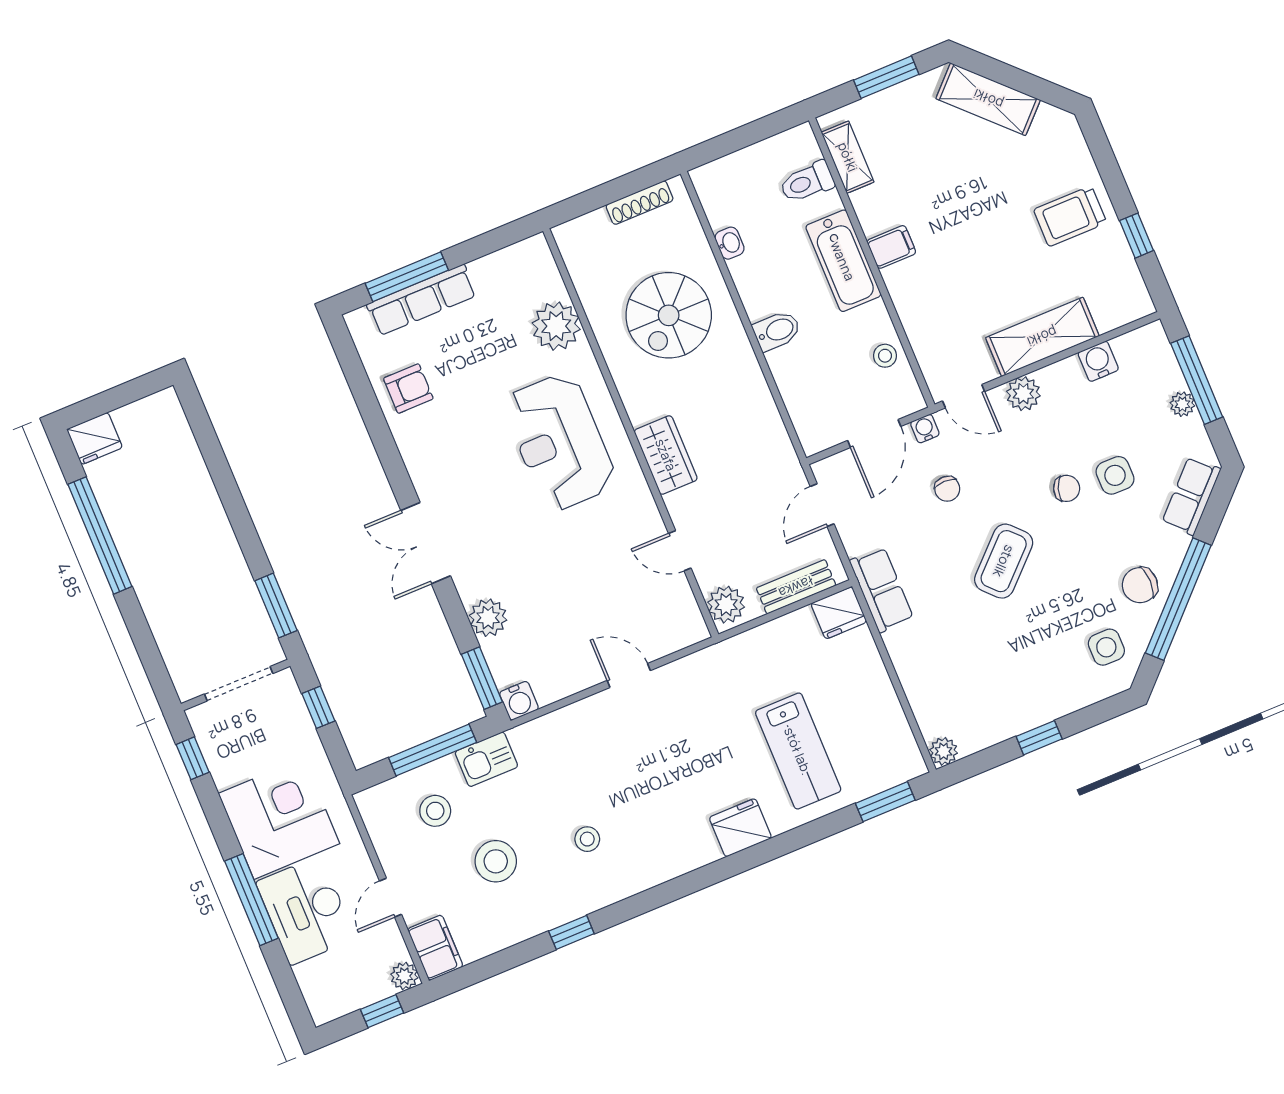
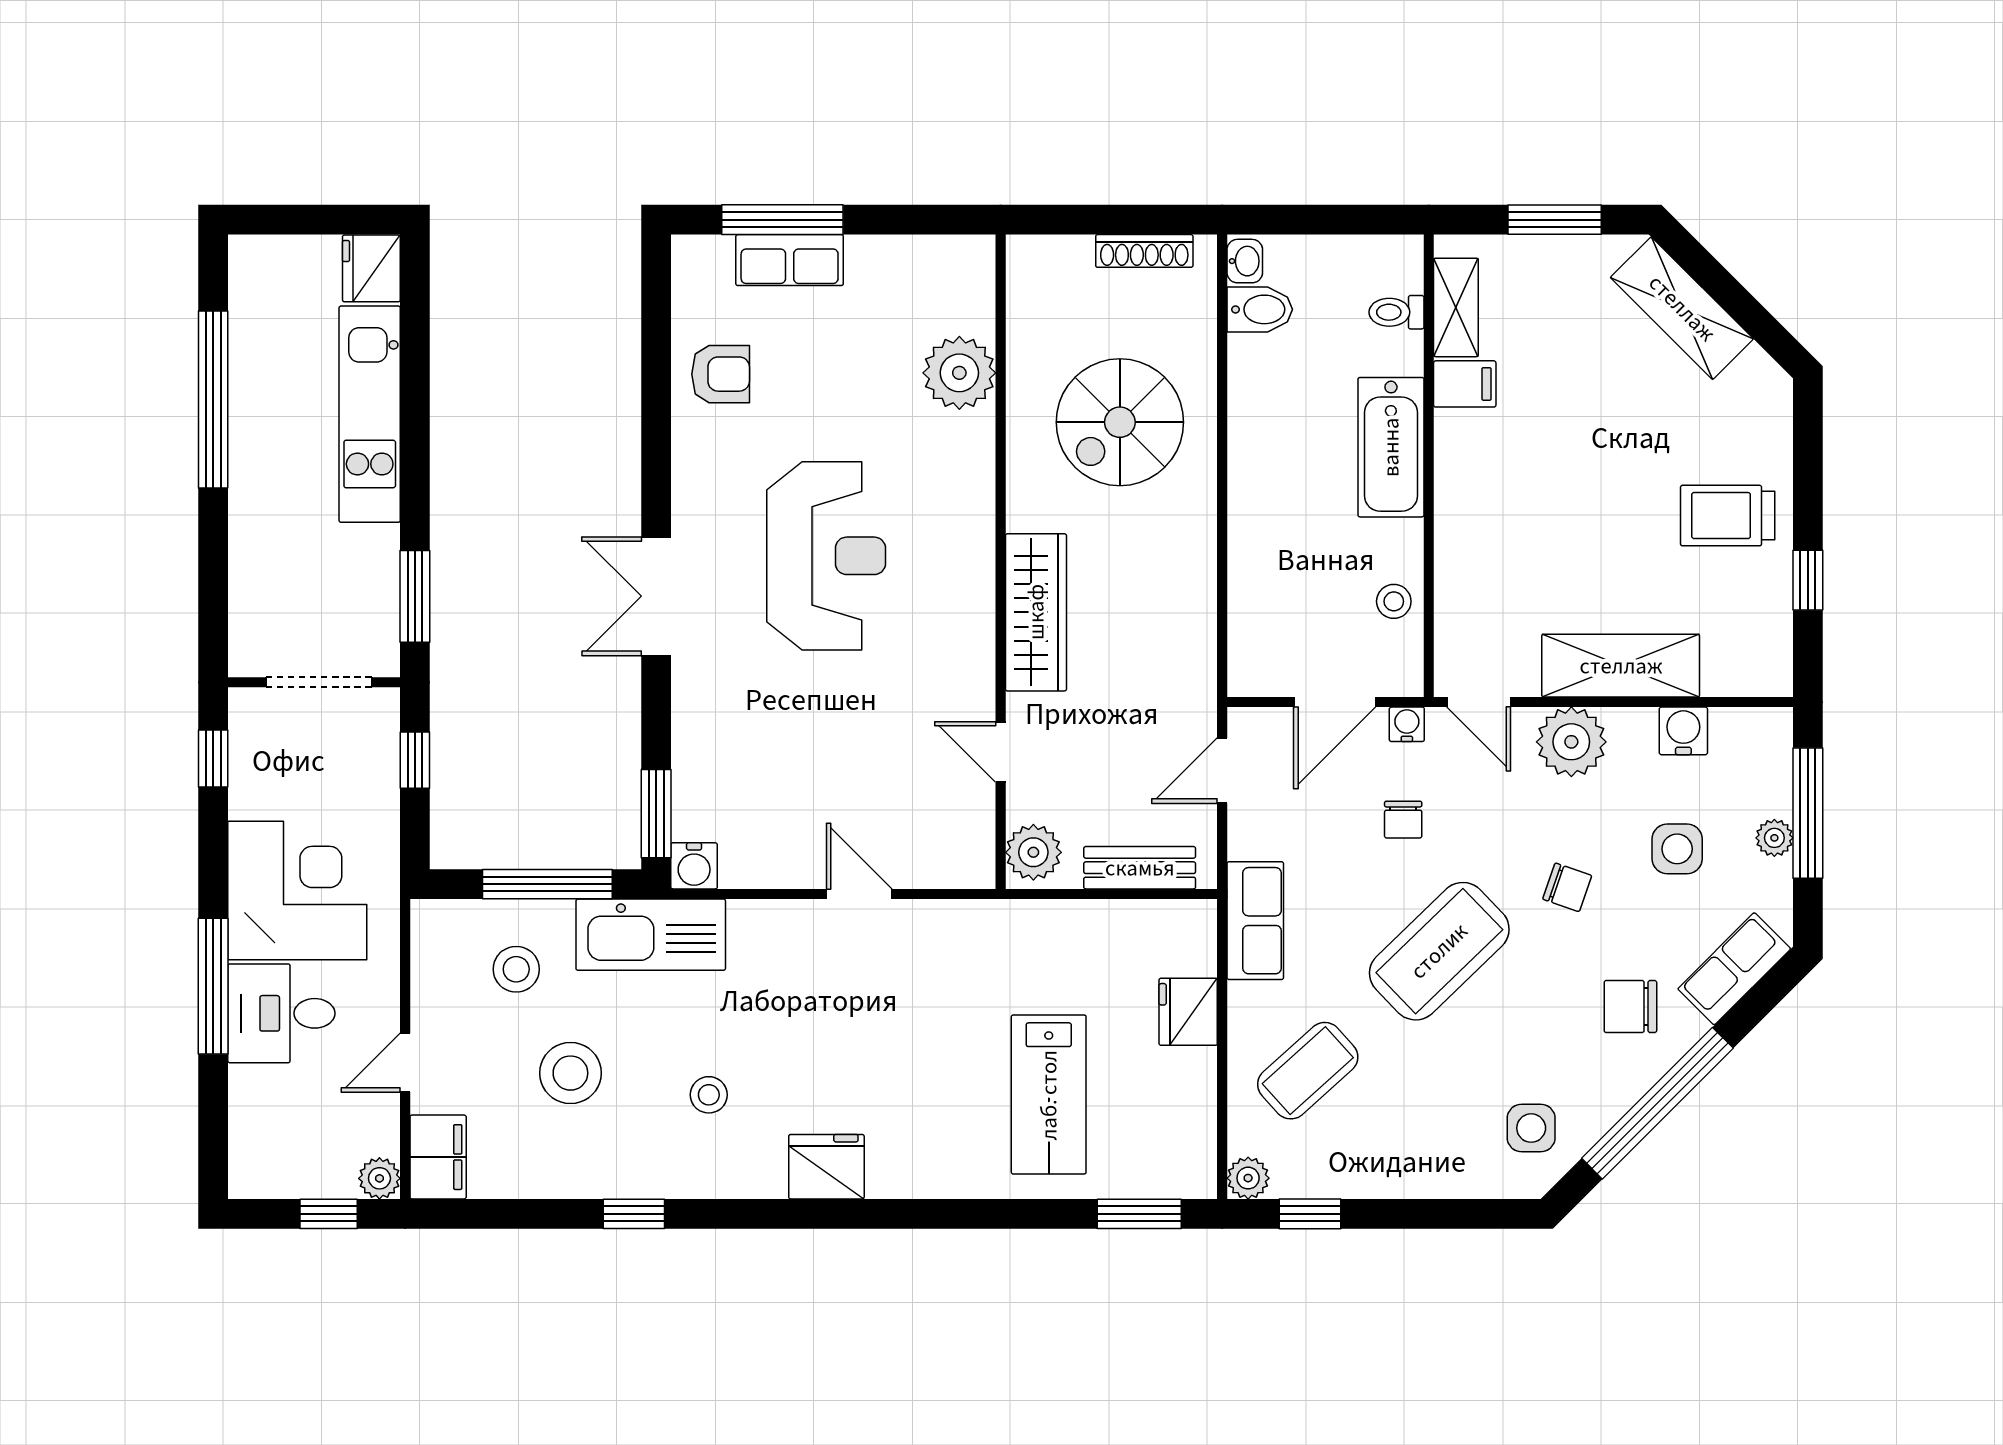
toilet: (807, 182) -> (1397, 312), width x0.73, depth x0.72
washbasin: (730, 243) -> (1245, 261), moved
filing cabinet: (891, 247) -> (1465, 384), moved
row of seats: (422, 300) -> (790, 260), width x0.68
bidet: (777, 331) -> (1260, 309), moved
plant: (1023, 394) -> (1571, 742), width x1.36, depth x1.36
fridge: (95, 438) -> (371, 268), moved, turned 90
reception desk: (559, 442) -> (826, 556), moved, turned 180
wardrobe: (666, 455) -> (1036, 612), width x1.50
side table: (1115, 475) -> (1677, 849), moved
kitchen unit: (201, 504) -> (370, 414), added
coffee table: (1004, 561) -> (1439, 951), width x1.36, depth x1.32
chair: (1140, 585) -> (1630, 1007), moved
fridge: (839, 613) -> (1188, 1012), moved, turned 90
plant: (488, 618) -> (699, 734), removed
coffee table: (953, 669) -> (1308, 1071), added
window: (1039, 738) -> (1310, 1214), moved
kitchen sink: (486, 759) -> (651, 935), width x1.88, depth x1.24
fridge: (740, 828) -> (826, 1167), moved
desk: (306, 910) -> (281, 1013), width x0.73

